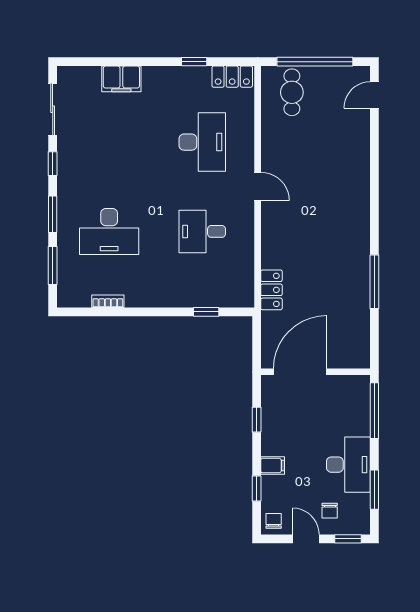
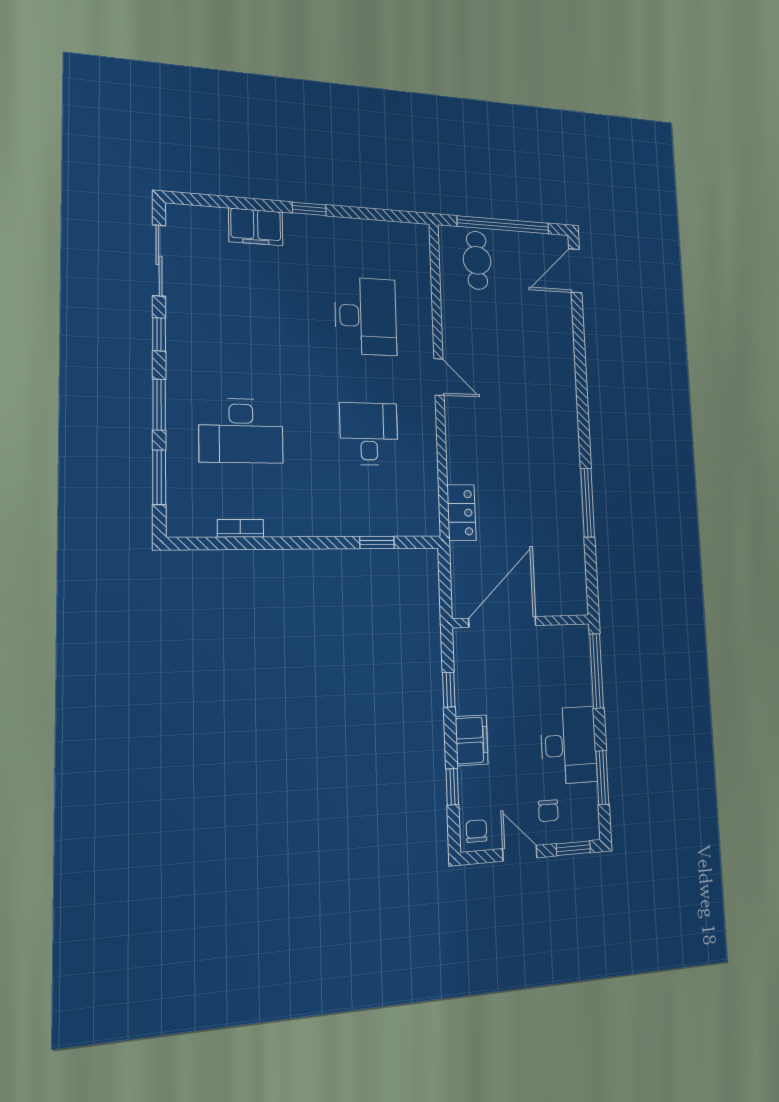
window: (194, 62) -> (309, 209), moved
locker: (232, 77) -> (402, 235), removed
door: (374, 95) -> (575, 271), width x1.38
desk: (202, 231) -> (369, 434), turned 90
filing cabinet: (273, 466) -> (472, 740), width x2.00

